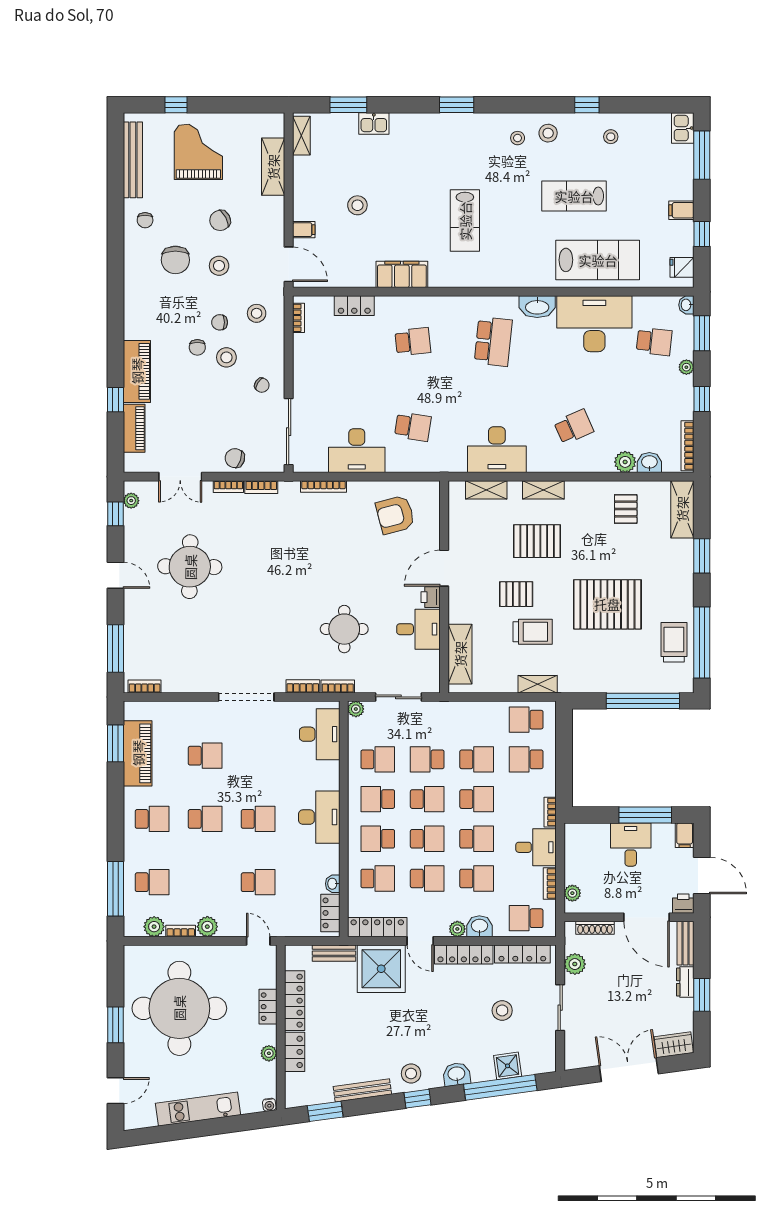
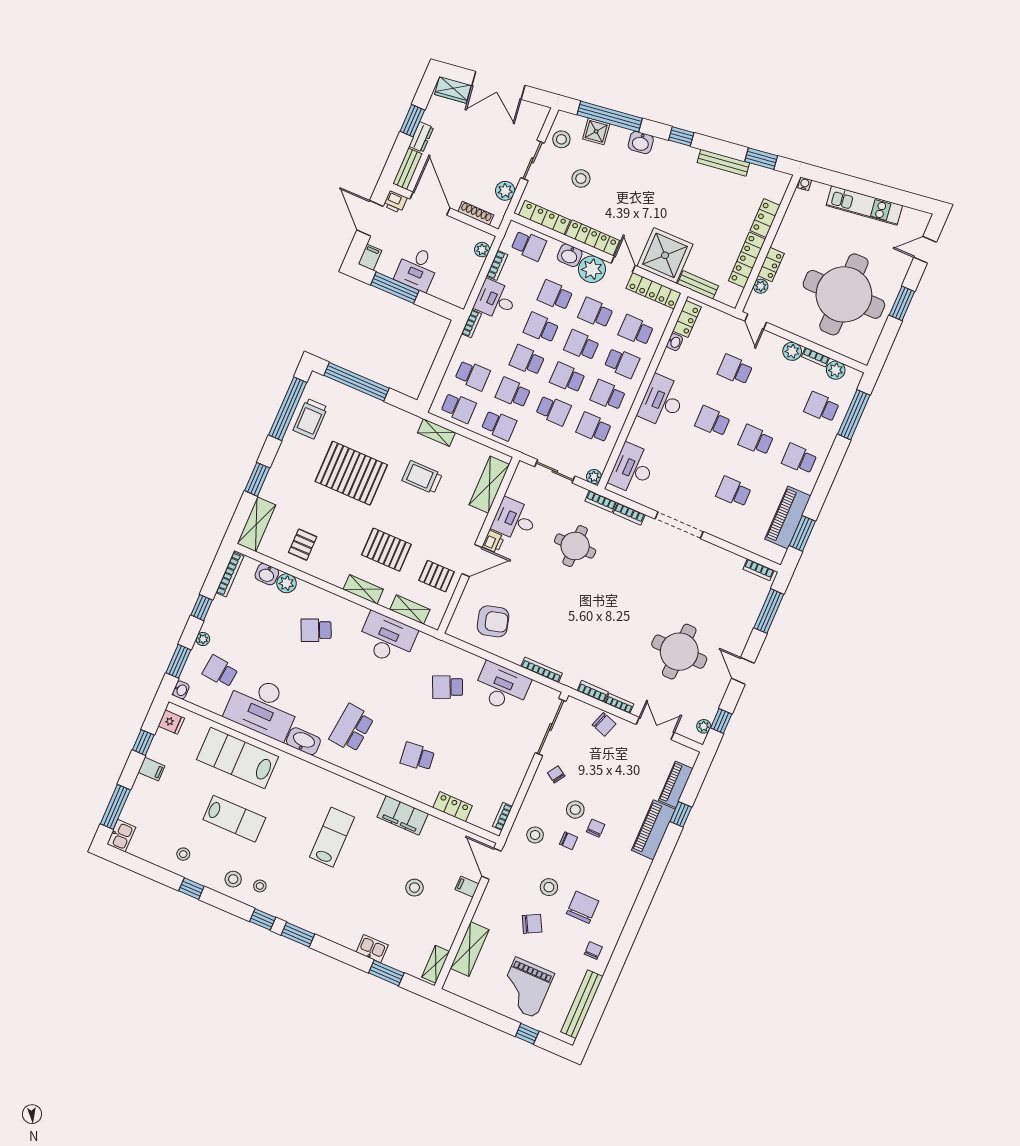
window: (500, 105) -> (263, 919), added
school desk: (413, 427) -> (448, 687), turned -33
pallet: (516, 594) -> (437, 576), moved
school desk: (477, 720) -> (499, 425), added
school desk: (378, 799) -> (608, 395), turned 180
plant: (457, 929) -> (592, 269), width x1.88, depth x1.88
plant: (269, 1053) -> (761, 286), moved
stool: (411, 1074) -> (561, 139), moved

